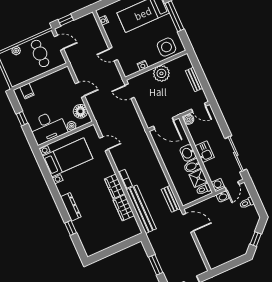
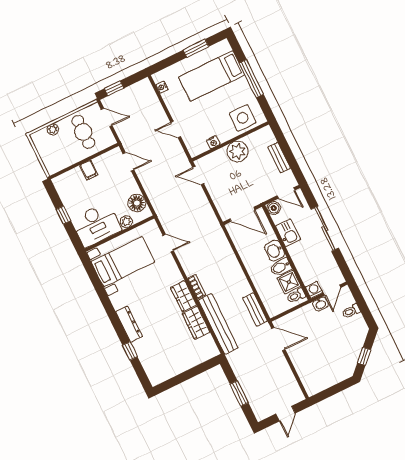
door: (80, 90) -> (128, 162), moved
filing cabinet: (27, 91) -> (89, 170), moved
kitchen sink: (205, 152) -> (288, 233), moved
sliding door: (236, 154) -> (325, 229), moved

